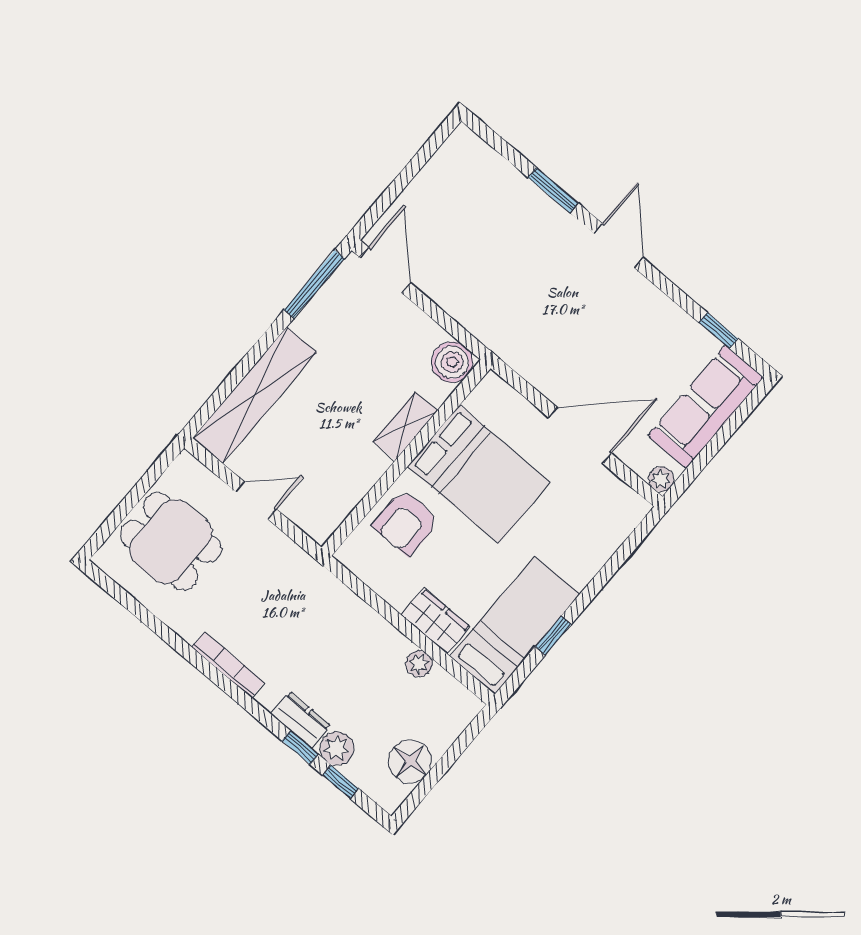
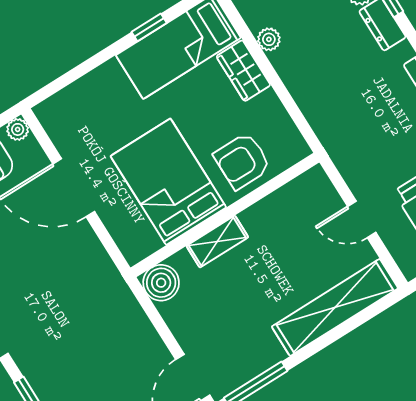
armchair: (406, 522) -> (242, 161), turned 180

